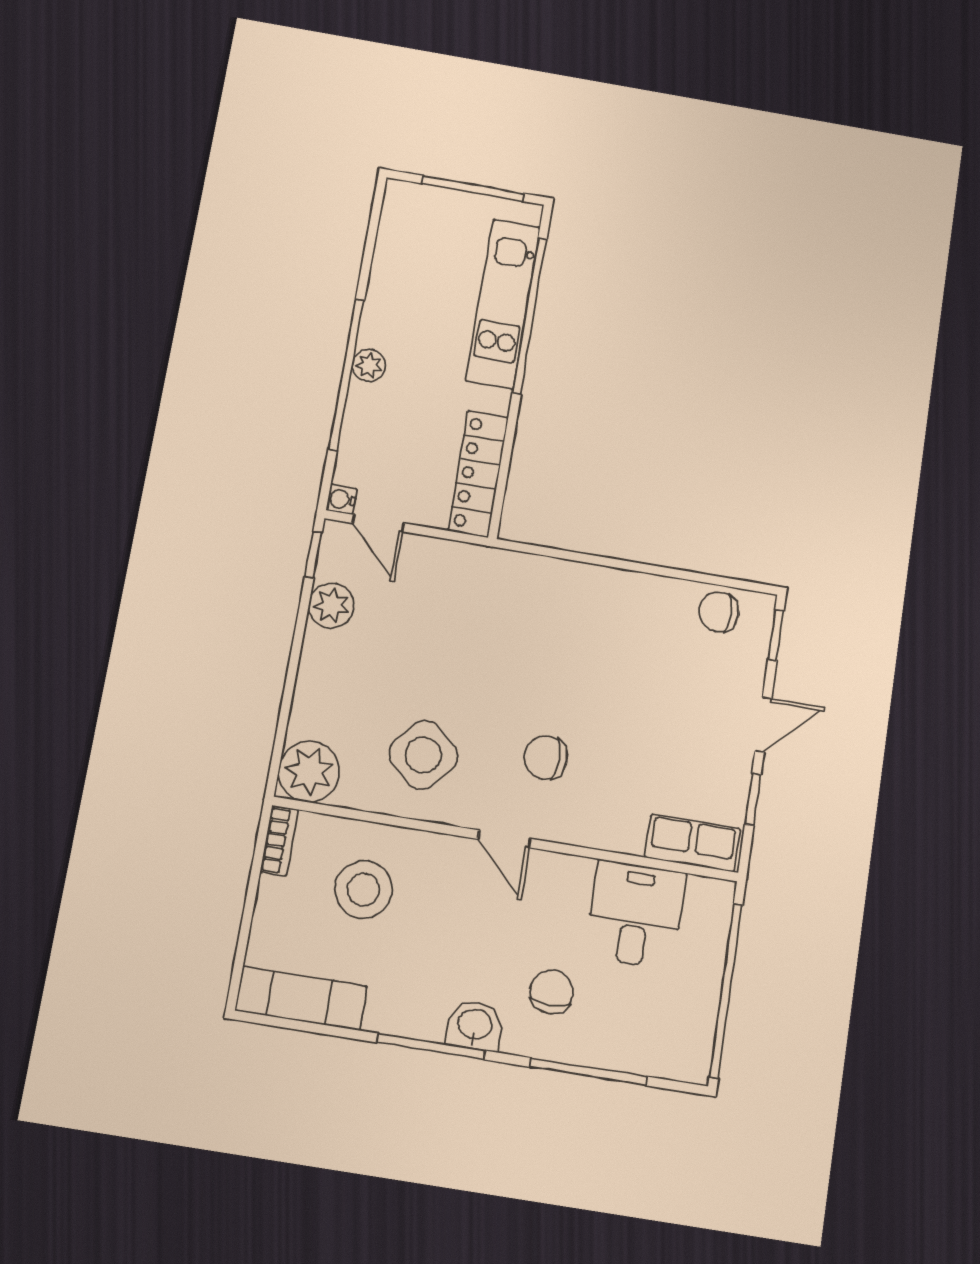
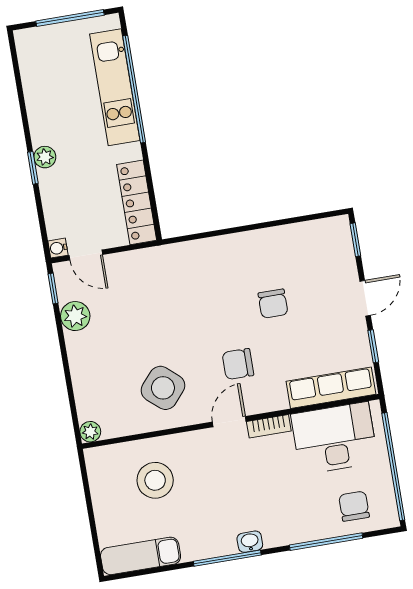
window: (346, 374) -> (33, 168), width x0.32
chair: (719, 612) -> (273, 304), moved, turned -90
plant: (309, 772) -> (90, 432), width x0.53, depth x0.53
door: (504, 839) -> (229, 422), swing flipped
bookcase: (279, 841) -> (269, 426), moved, turned 90
row of seats: (693, 843) -> (331, 388), width x1.48
desk: (635, 915) -> (334, 438), width x1.37
chair: (552, 992) -> (354, 506), moved
washbasin: (475, 1025) -> (250, 542), width x0.72, depth x0.69

